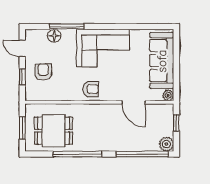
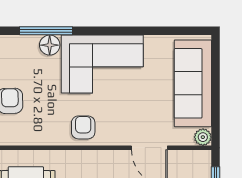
floor lamp: (54, 36) -> (50, 45), moved
armchair: (91, 89) -> (83, 127), turned -90

